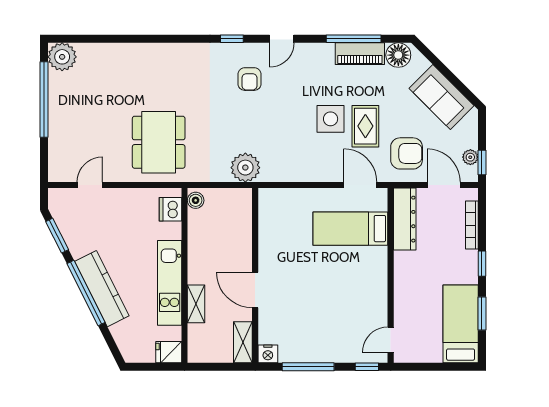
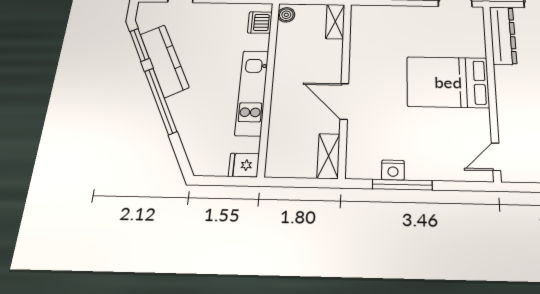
bed: (350, 229) -> (448, 82), moved, width x1.50
kitchen counter: (102, 289) -> (164, 61), moved
shelving: (196, 304) -> (335, 22), moved
nightstand: (268, 354) -> (393, 170), moved
window: (367, 367) -> (470, 186), removed

